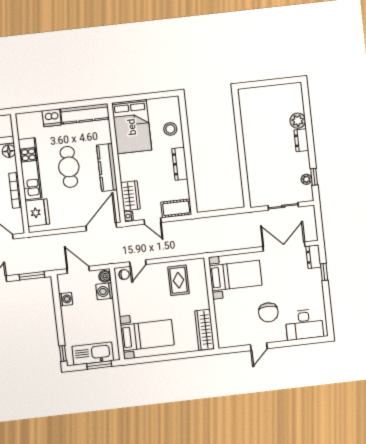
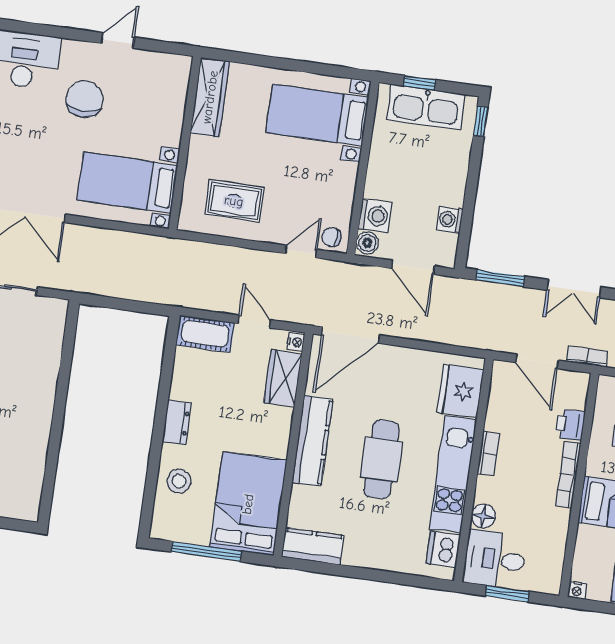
window: (147, 96) -> (207, 551), added
kitchen counter: (85, 114) -> (313, 546), width x0.67
dishwasher: (52, 118) -> (443, 549), moved, turned -90
dresser: (180, 164) -> (177, 422), width x0.70
bookcase: (15, 190) -> (488, 454), width x0.64
rug: (179, 280) -> (234, 201), turned 90
window: (99, 365) -> (419, 83), width x0.67

